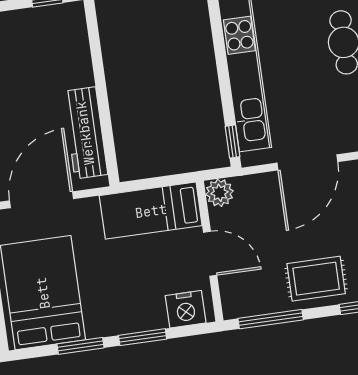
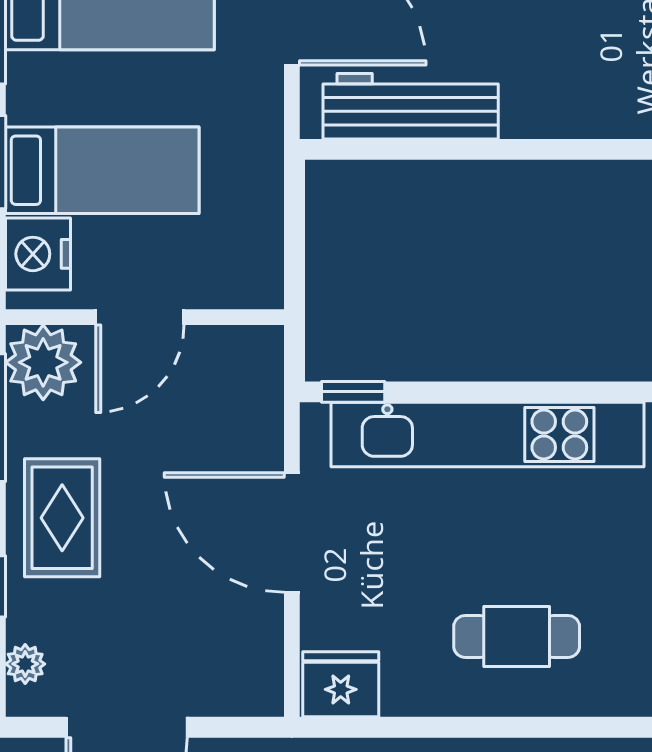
plant: (220, 193) -> (43, 362), moved, width x1.36, depth x1.36
bed: (151, 211) -> (102, 170), moved, turned 90

